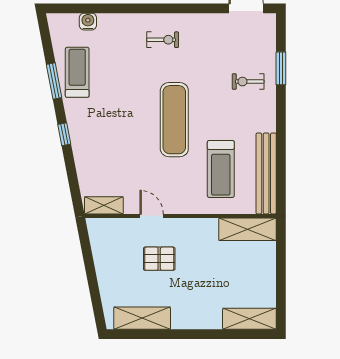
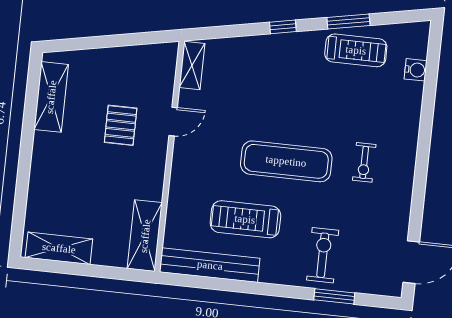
exercise bike: (163, 40) -> (364, 162), moved
exercise bike: (248, 82) -> (323, 255), width x1.38, depth x1.39
treadmill: (221, 169) -> (245, 219), moved
shelving: (249, 319) -> (59, 248), moved, turned 90

